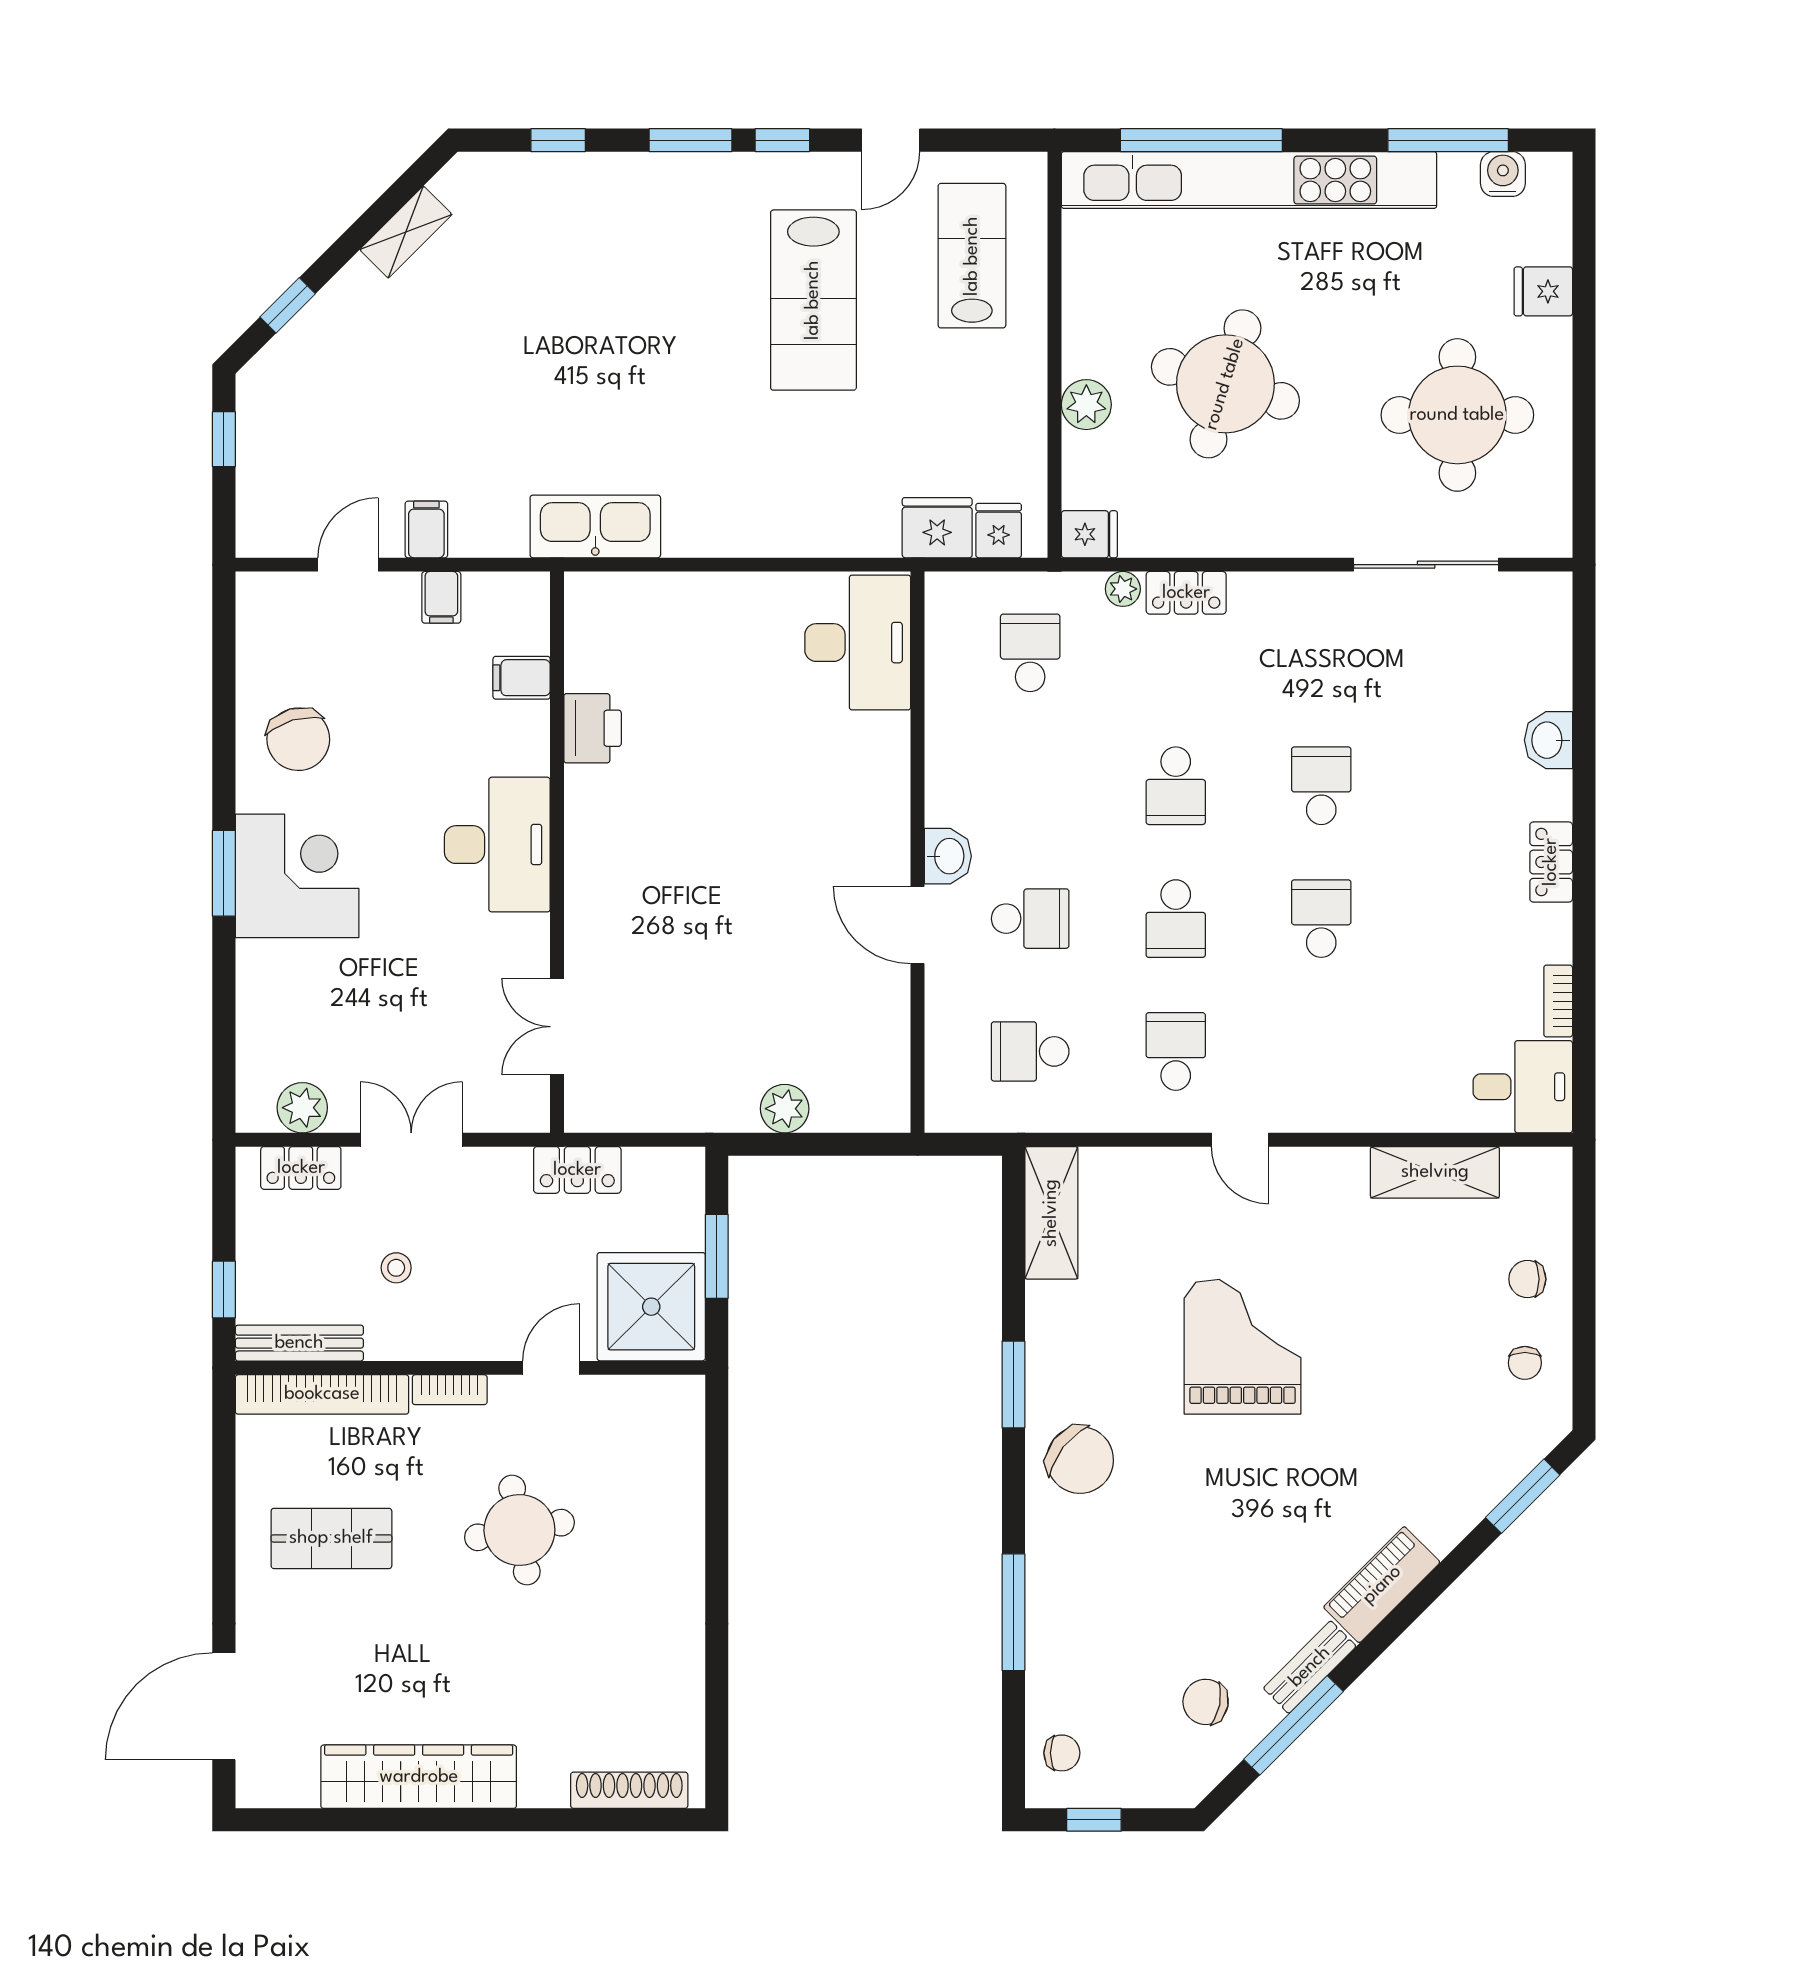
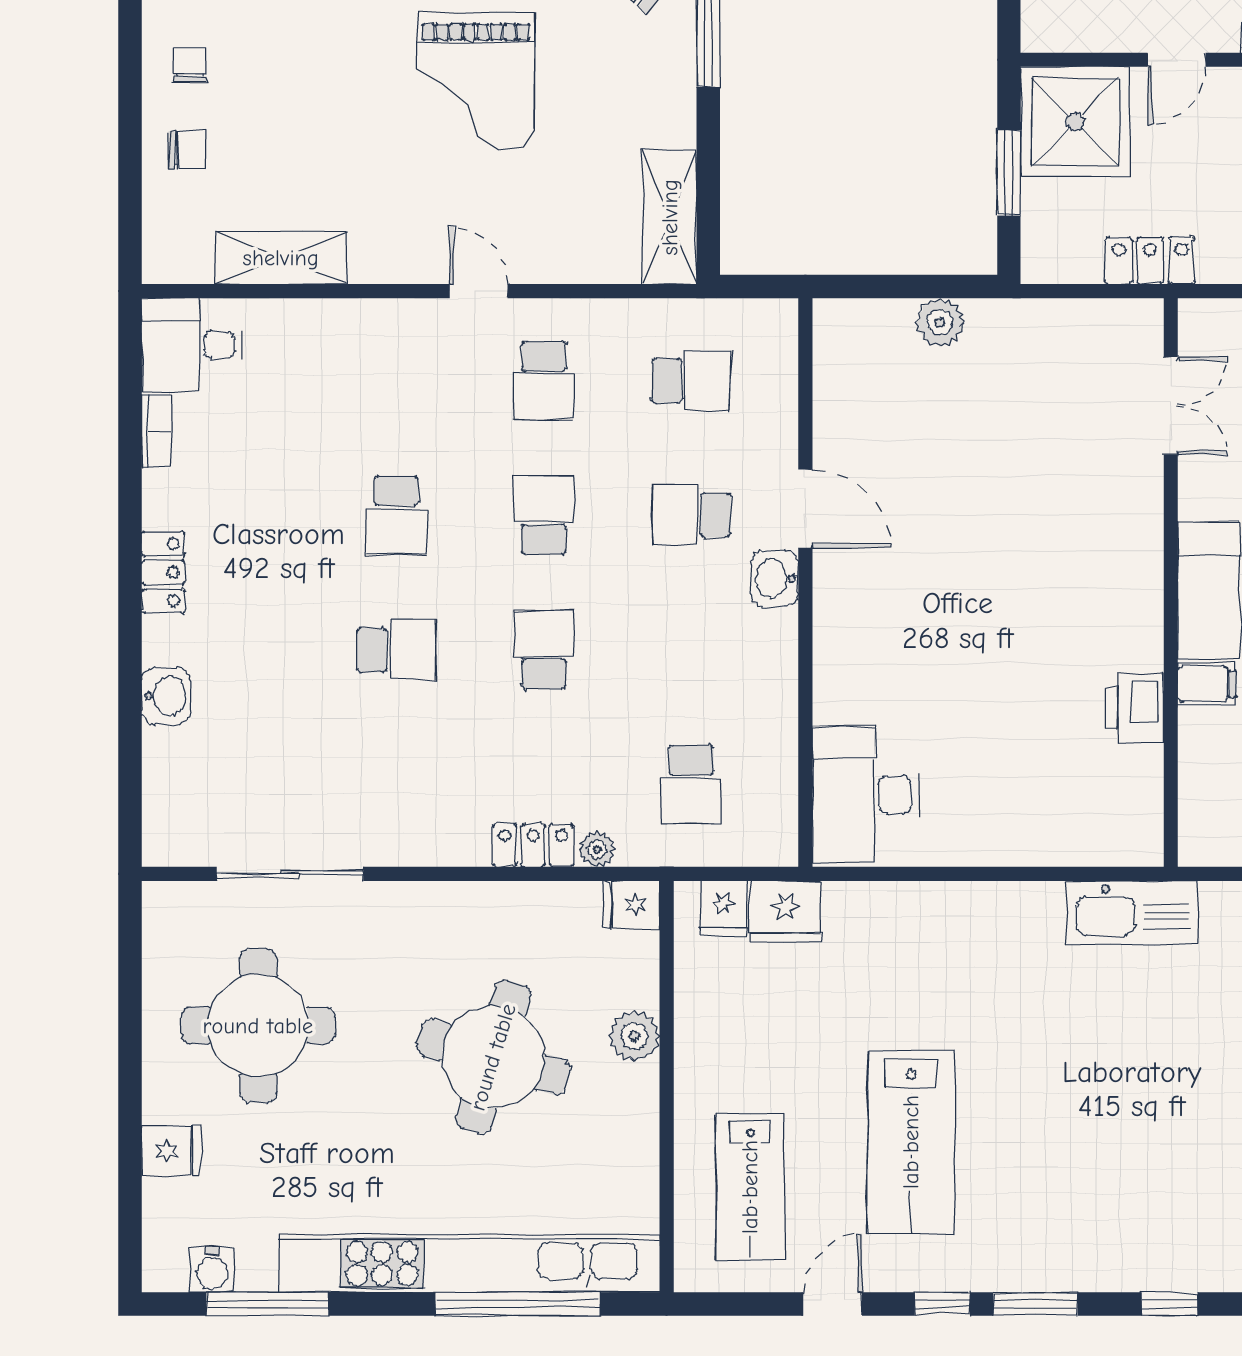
lab bench: (813, 300) -> (911, 1142), turned 180
filing cabinet: (522, 678) -> (1207, 684), moved
school desk: (1321, 786) -> (396, 650), turned -90

